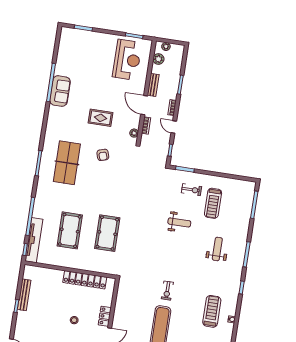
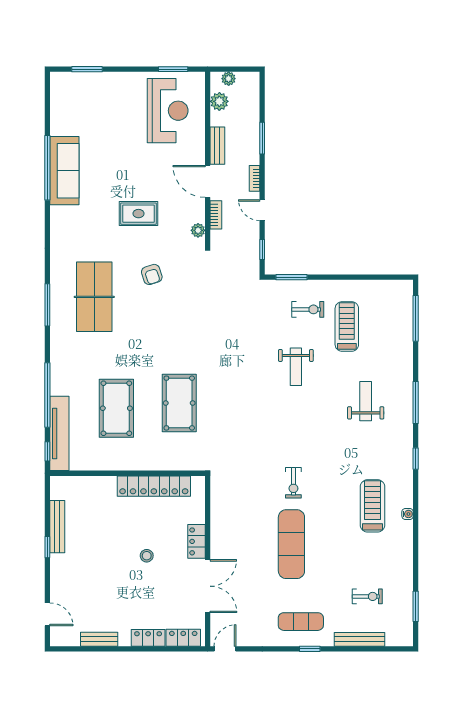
sofa: (60, 91) -> (64, 171), width x1.36
treadmill: (213, 203) -> (347, 326), turned 180
weight bench: (179, 222) -> (296, 367), turned 90

